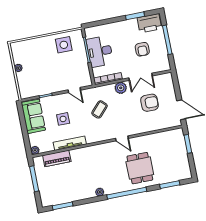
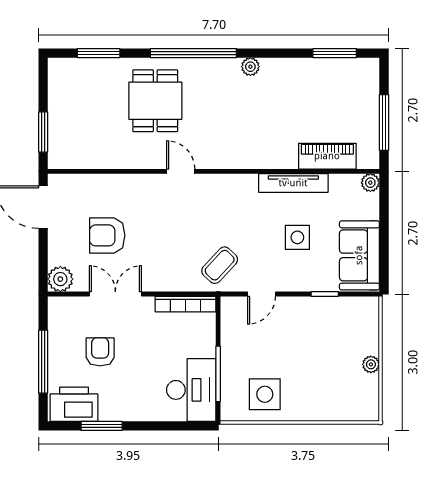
desk: (100, 51) -> (191, 390), moved
plant: (121, 88) -> (60, 279), moved
door: (74, 90) -> (261, 294), swing flipped
coffee table: (99, 109) -> (220, 265), moved

